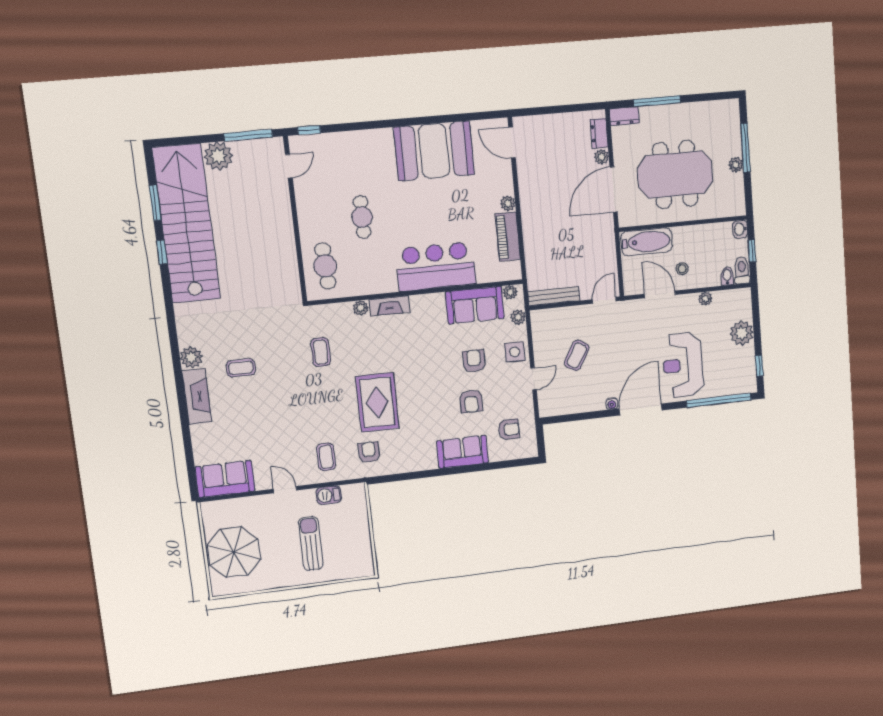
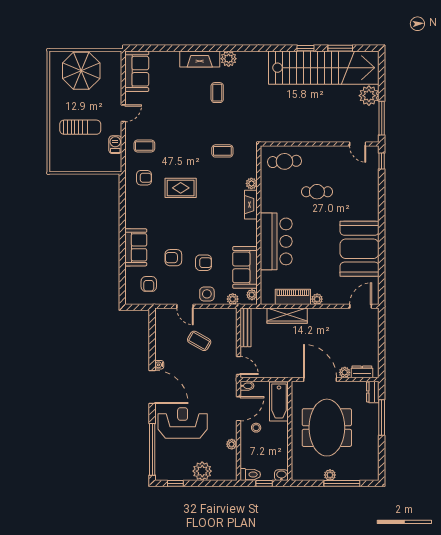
wardrobe: (534, 242) -> (287, 316), added
bidet: (727, 276) -> (247, 386), moved
rug: (377, 402) -> (181, 188), width x0.73, depth x0.70

